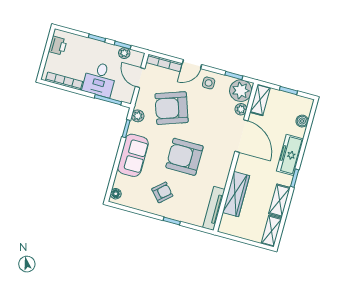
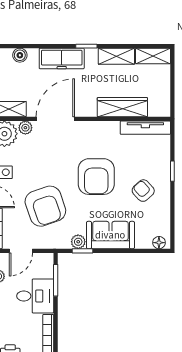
plant: (138, 116) -> (78, 242), moved

